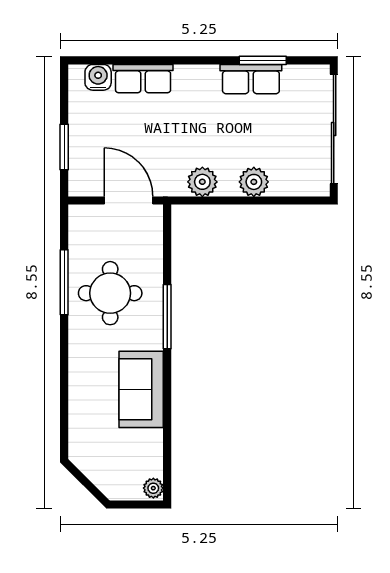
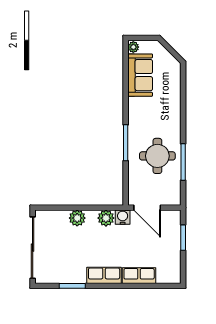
water cooler: (98, 77) -> (123, 217), moved, turned 180
row of seats: (251, 79) -> (104, 275), moved
sofa: (141, 389) -> (140, 75), moved

